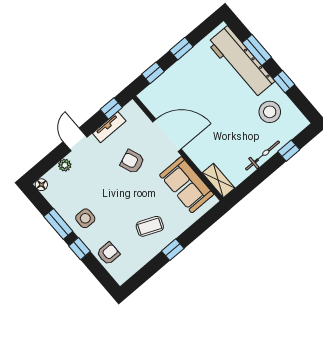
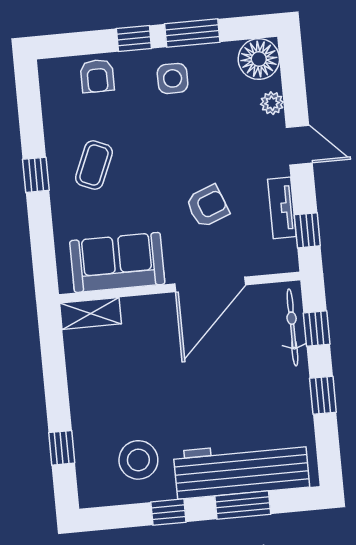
bicycle: (263, 156) -> (292, 327), moved, turned 180
floor lamp: (41, 185) -> (259, 59), width x1.89, depth x1.89

